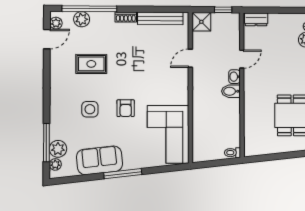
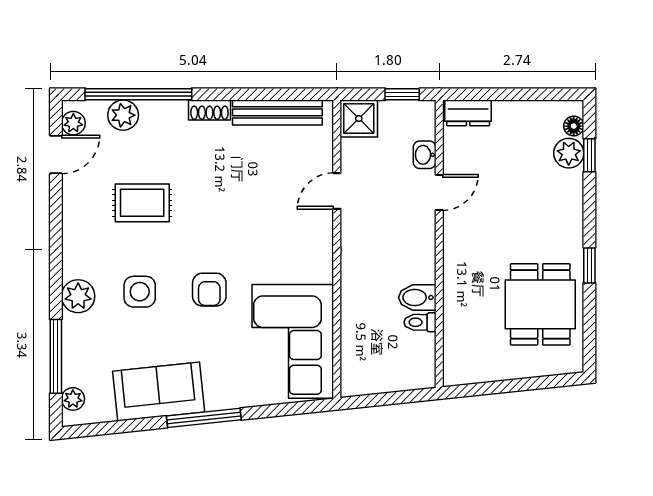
washbasin: (234, 77) -> (425, 155), moved
bidet: (231, 91) -> (417, 297), moved
plant: (58, 149) -> (78, 296), moved
toilet: (232, 153) -> (420, 322), moved

